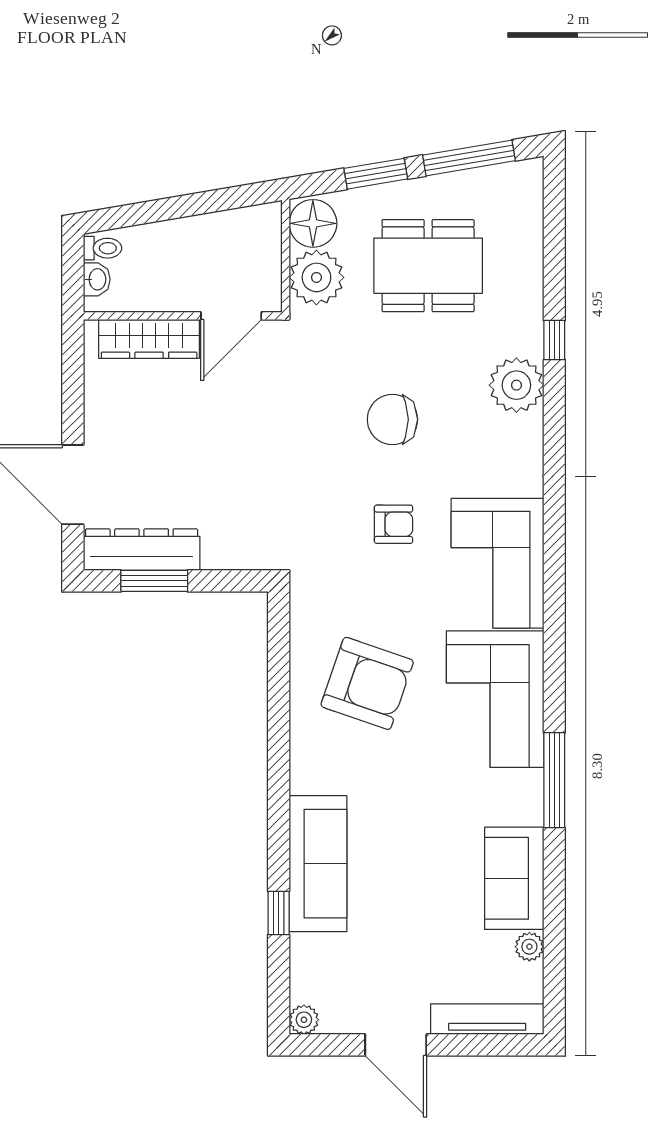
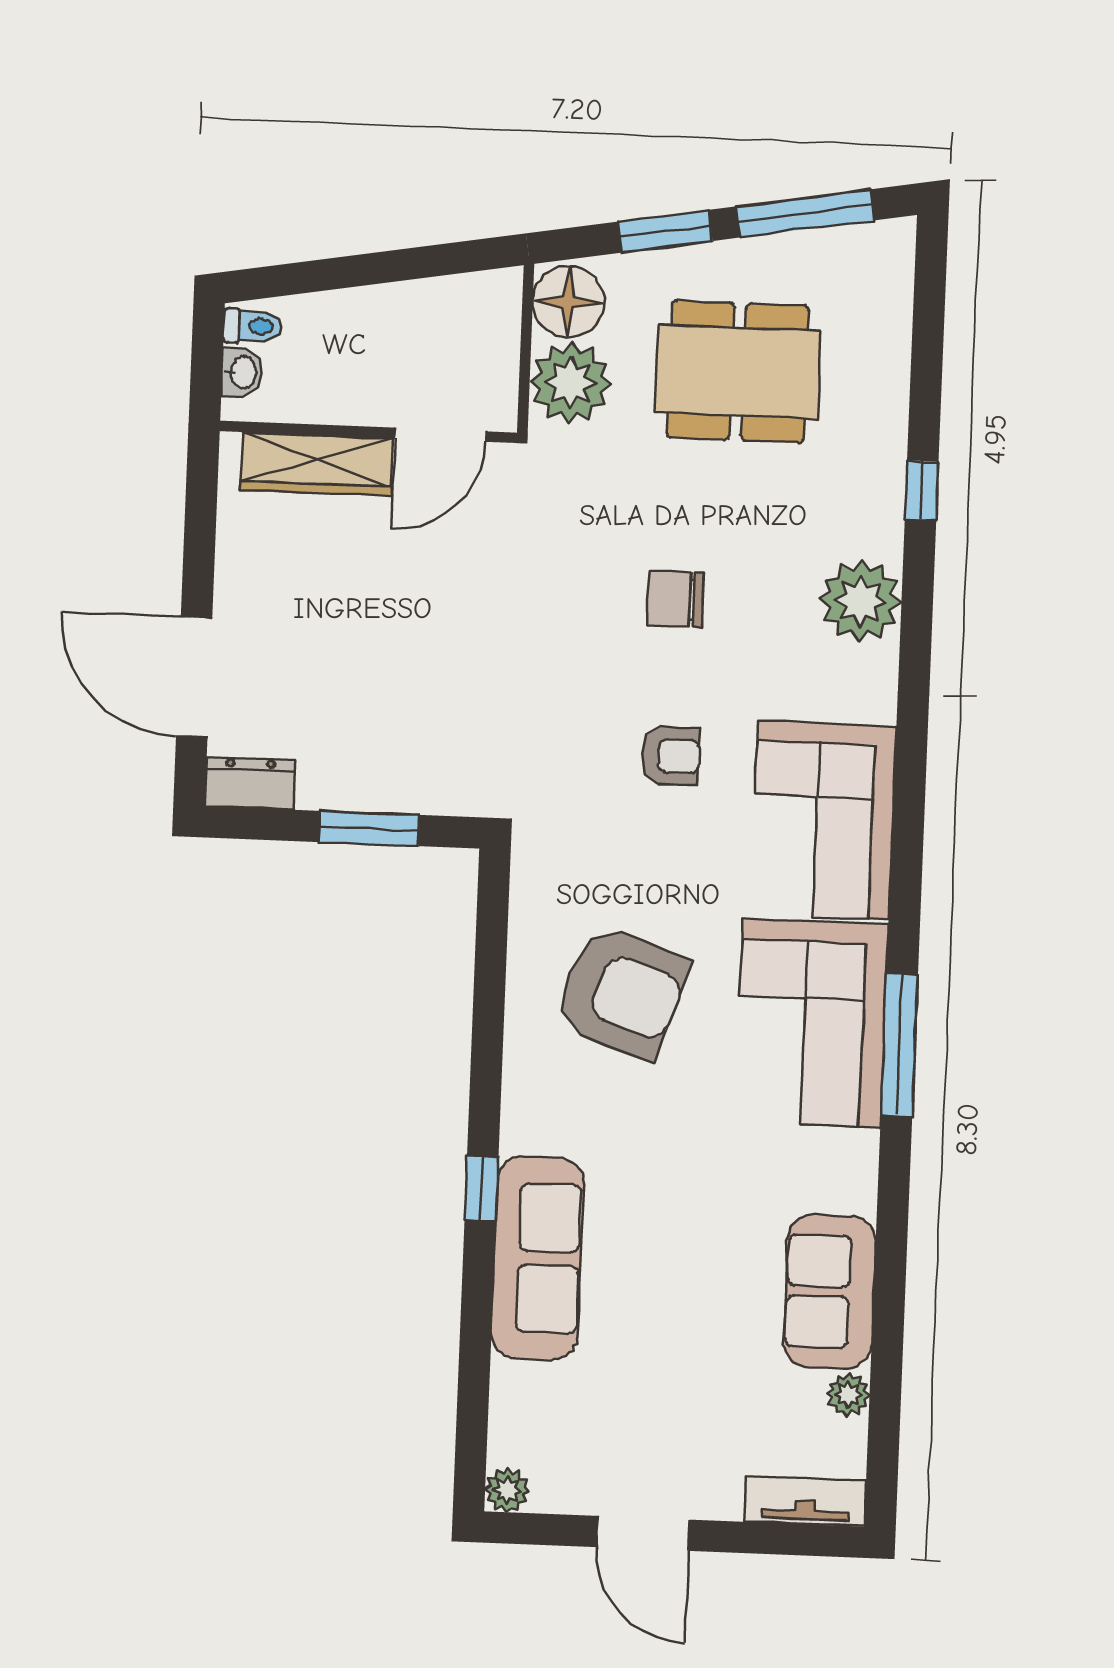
plant: (516, 385) -> (861, 601), moved
chair: (392, 419) -> (675, 599), width x0.73, depth x0.73
dresser: (142, 550) -> (250, 783), width x0.51, depth x0.80
window: (154, 581) -> (369, 828), moved
window: (554, 780) -> (899, 1045), moved
window: (279, 913) -> (481, 1189), moved
tv unit: (487, 1019) -> (805, 1501), width x0.71

